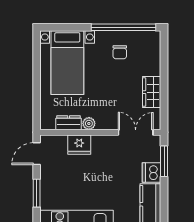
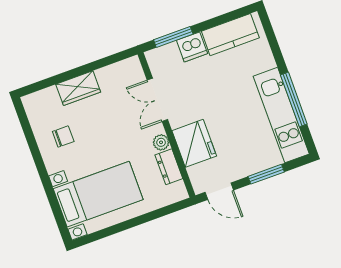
window: (123, 27) -> (32, 143), removed
wardrobe: (152, 92) -> (78, 88), moved
double door: (136, 132) -> (157, 100), moved
fridge: (79, 145) -> (194, 143), width x1.36, depth x1.34

